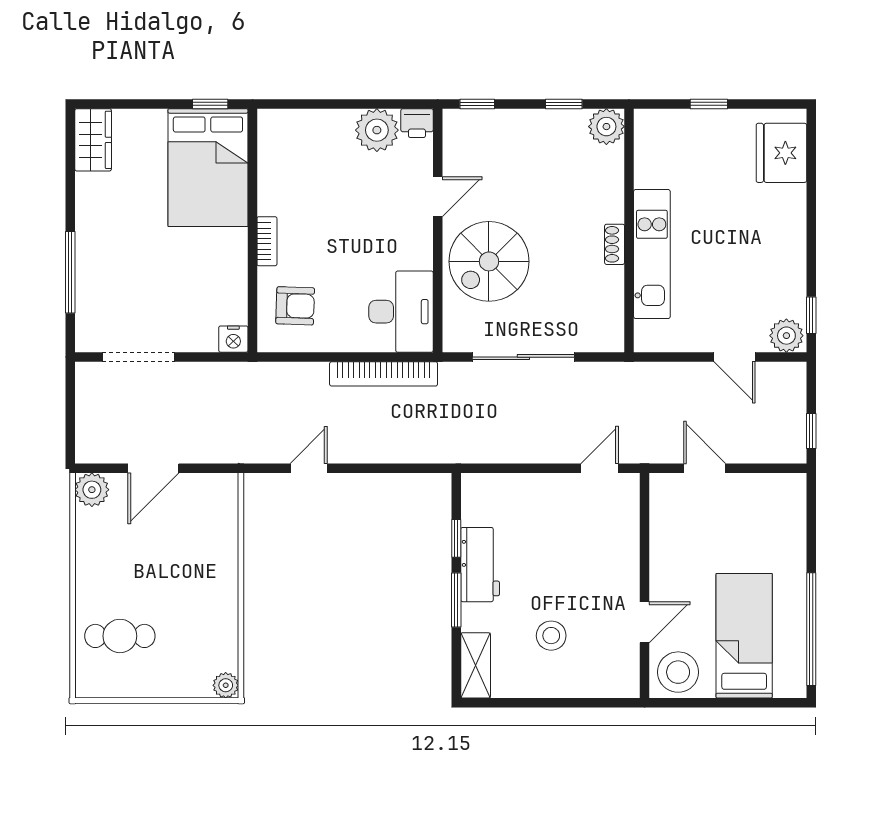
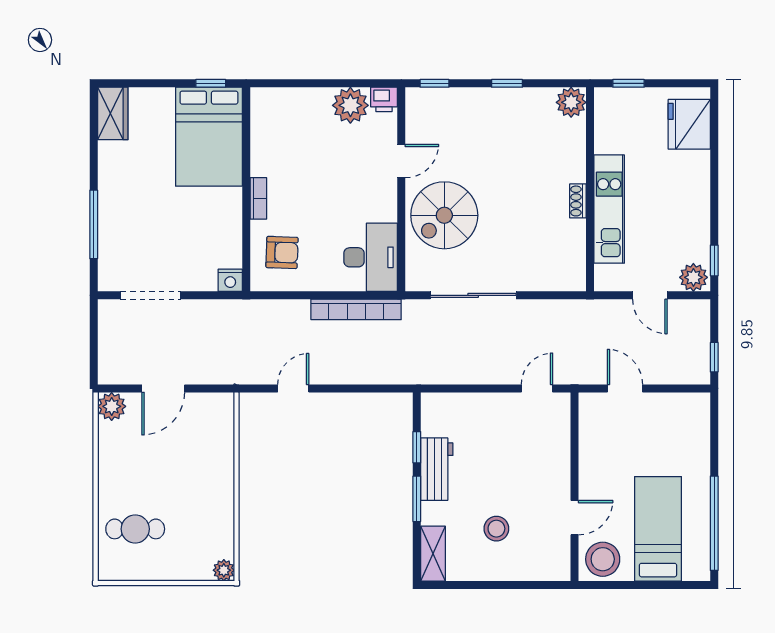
plant: (606, 127) -> (571, 102), moved
wall: (629, 230) -> (590, 189), moved
shoe rack: (615, 244) -> (578, 201), moved
kitchen unit: (652, 254) -> (609, 209), moved

